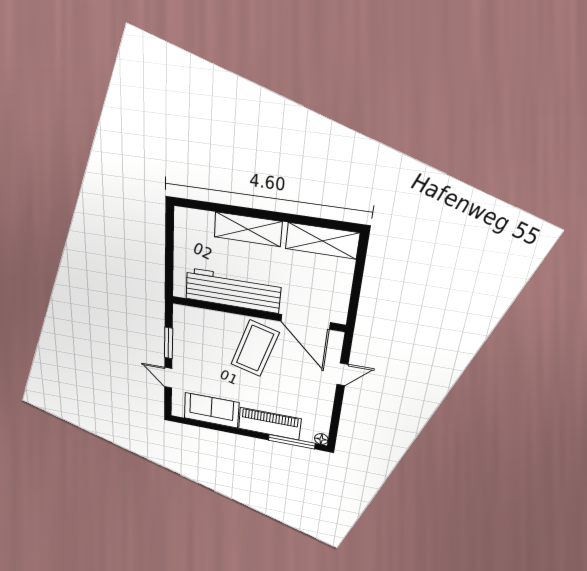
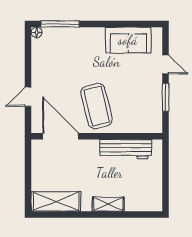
shelving: (248, 229) -> (108, 204), width x0.67, depth x0.75
workbench: (233, 291) -> (126, 149), width x0.73, depth x0.76
coffee table: (255, 348) -> (97, 106), turned -30
piano: (270, 424) -> (80, 38), removed

